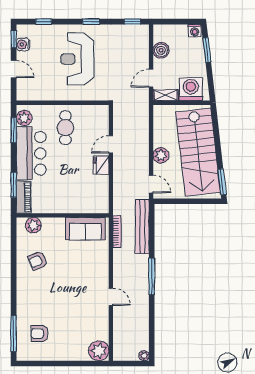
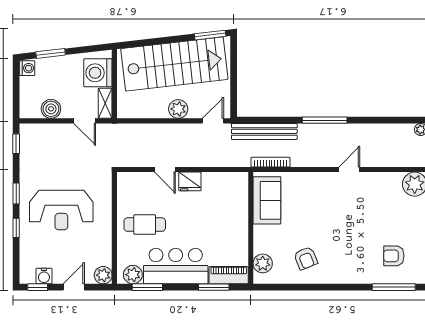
window: (44, 22) -> (16, 228), moved
plant: (24, 93) -> (103, 275), added
armchair: (40, 334) -> (394, 256), turned 90

